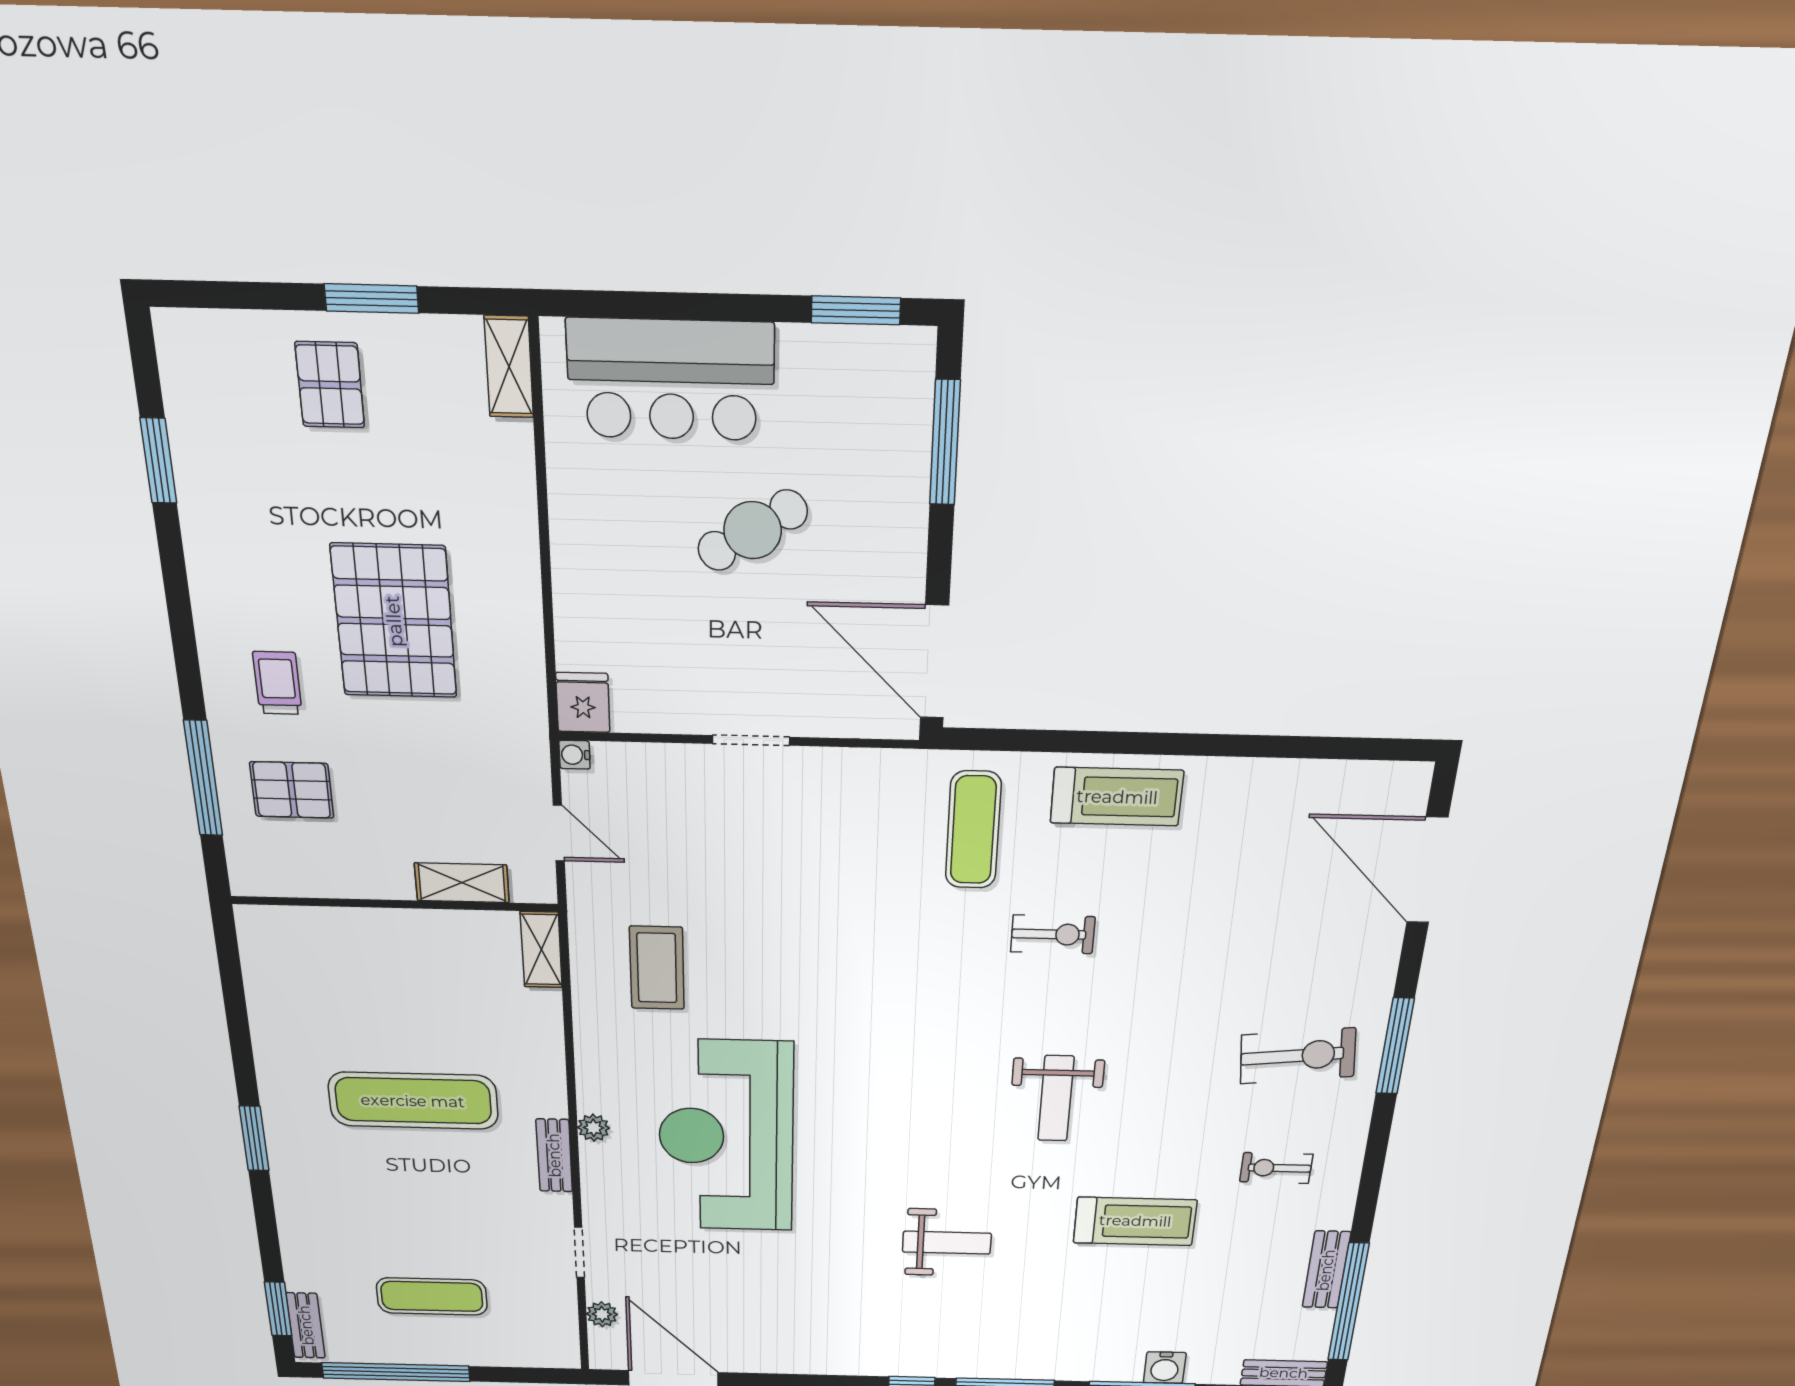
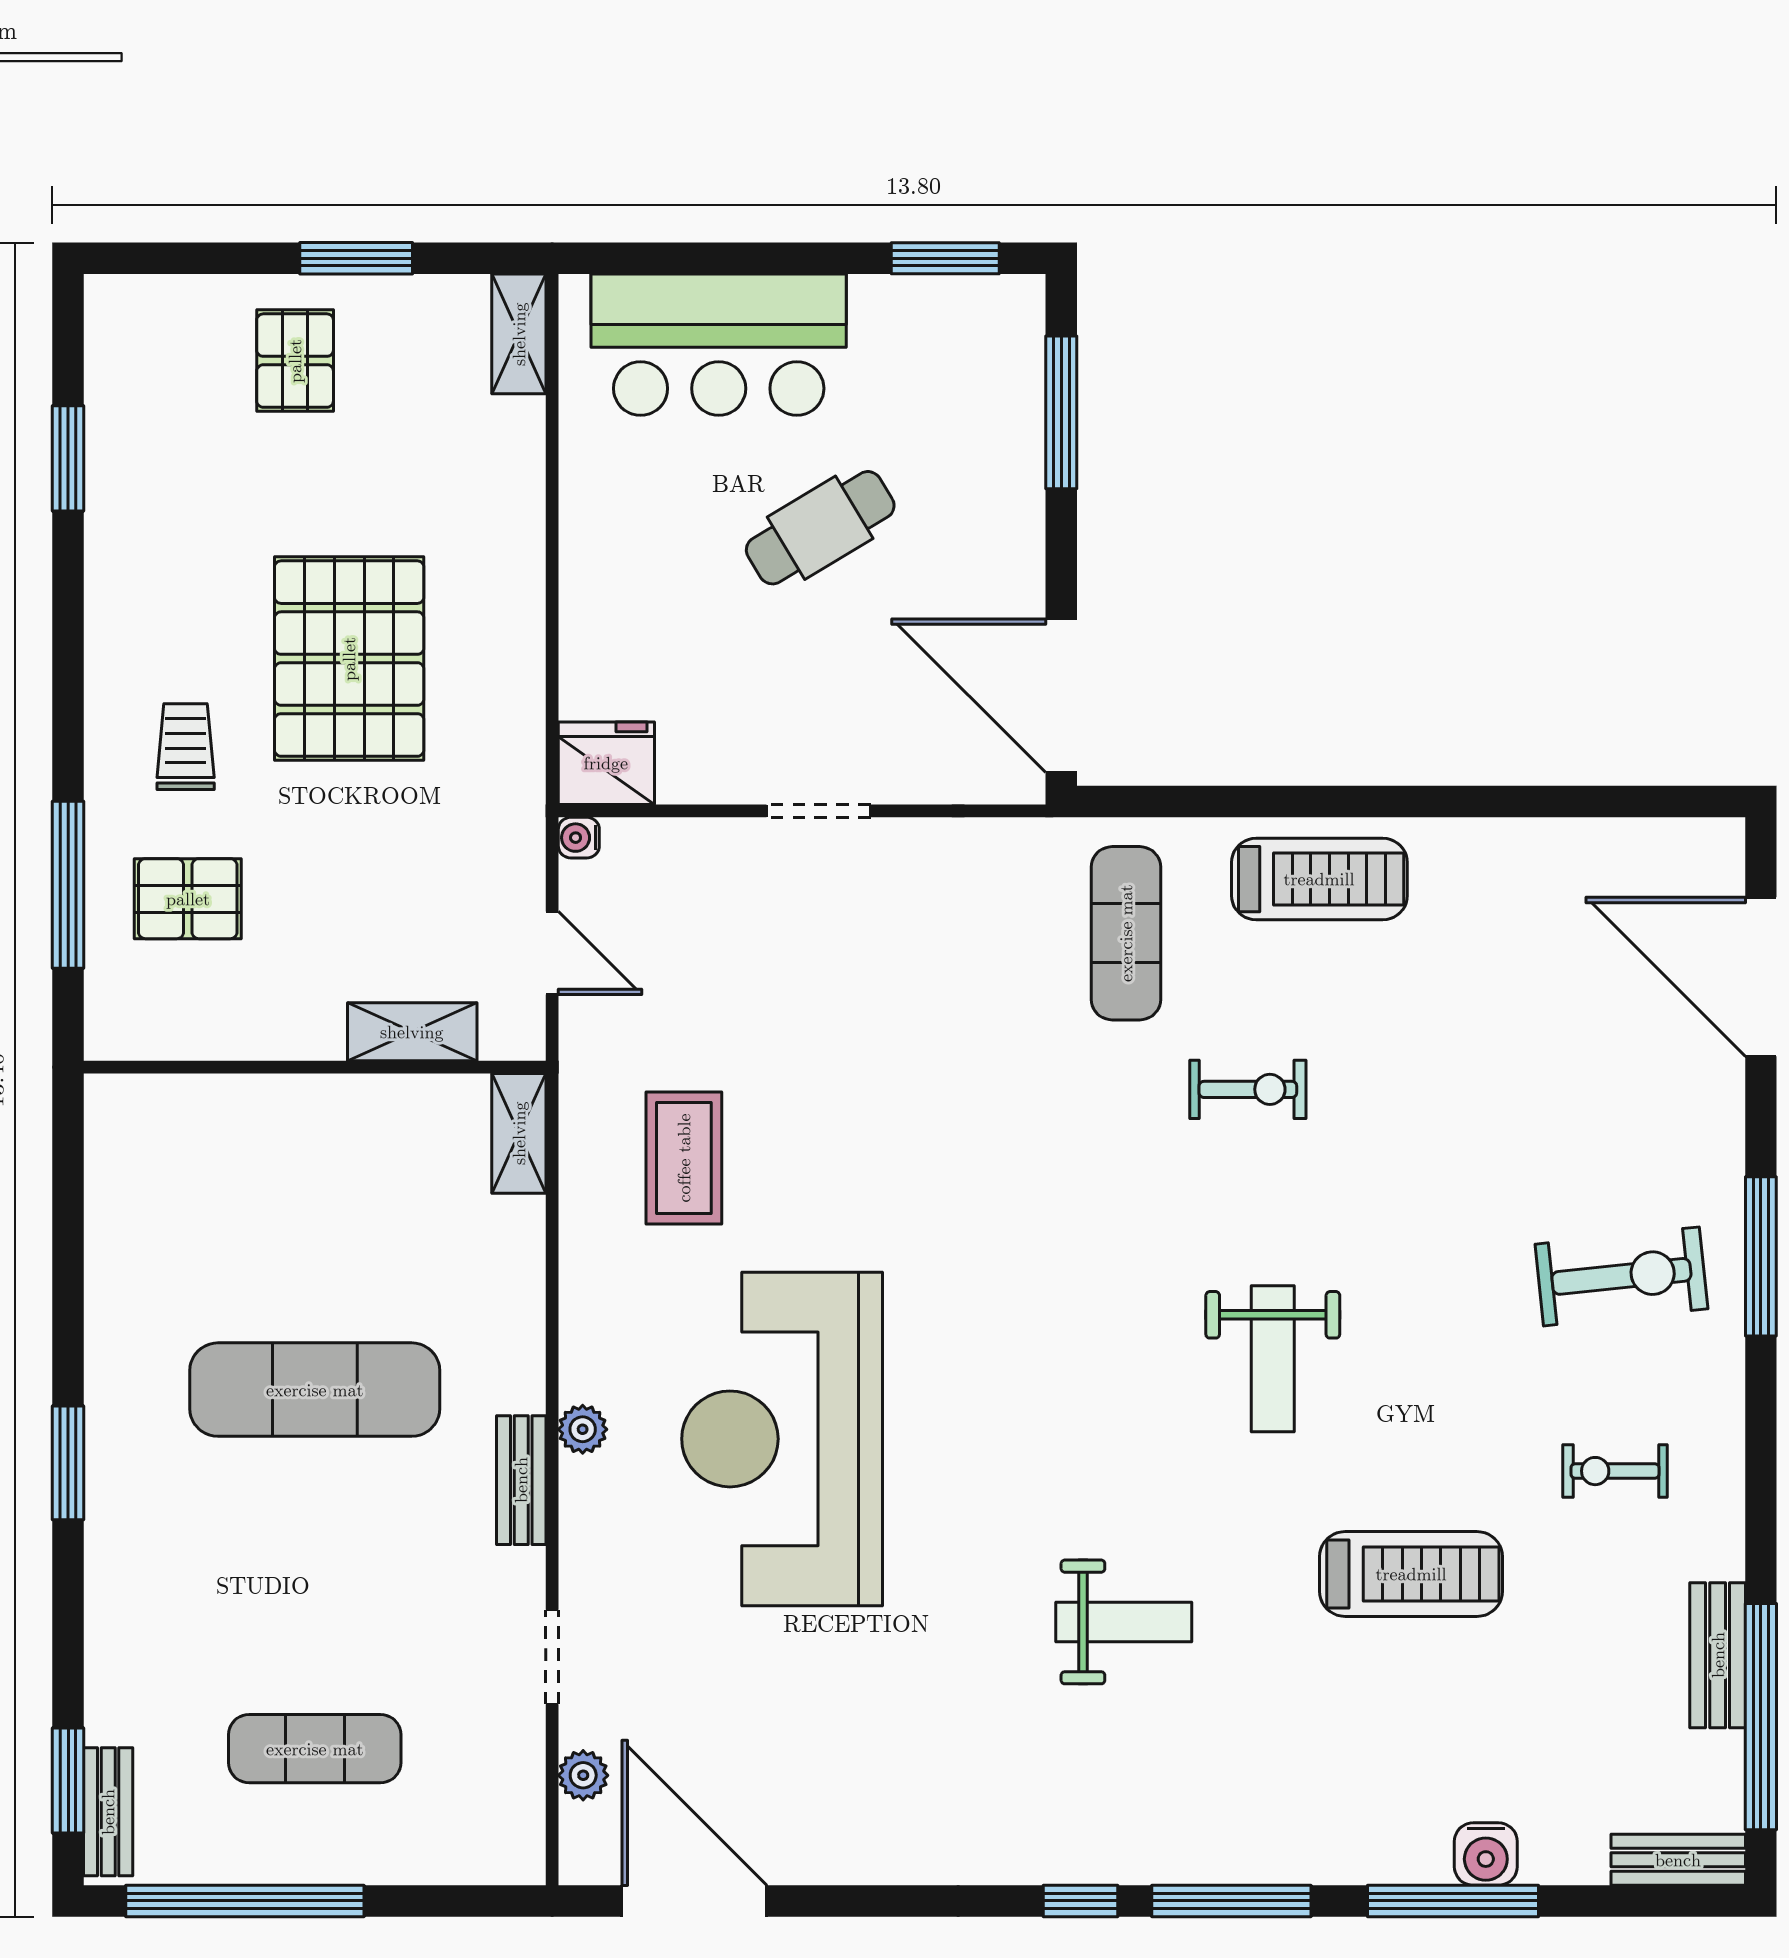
fridge: (583, 702) -> (606, 763), width x1.38

